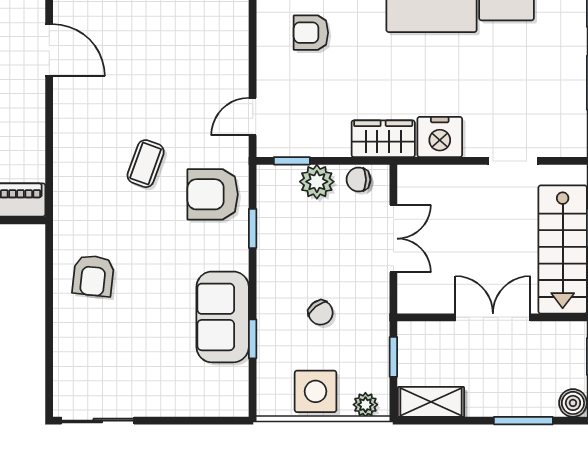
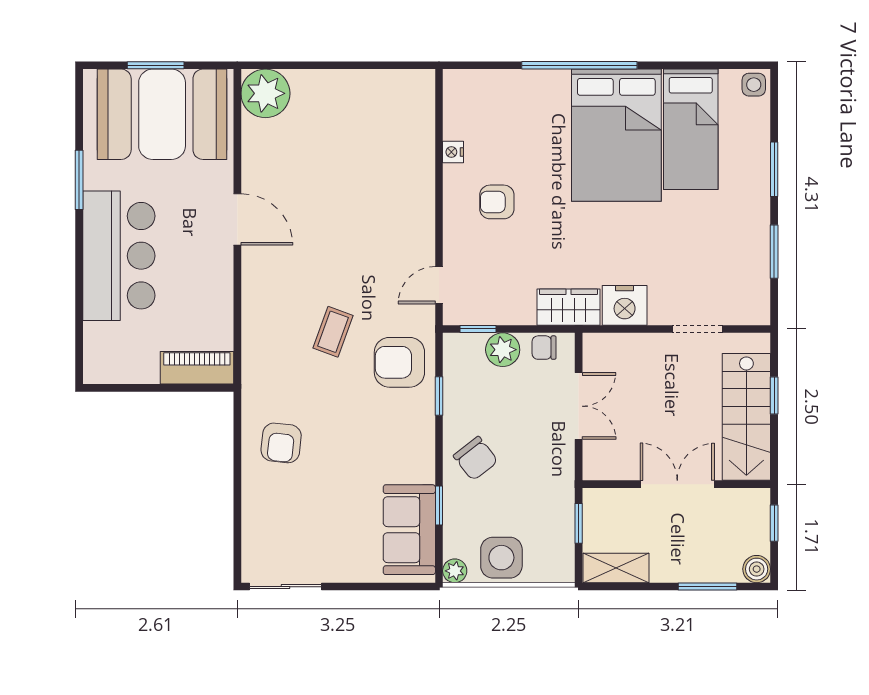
chair: (321, 313) -> (476, 458), moved, width x1.37, depth x1.37
sofa: (223, 317) -> (409, 530), moved
plant: (365, 405) -> (455, 571), moved

